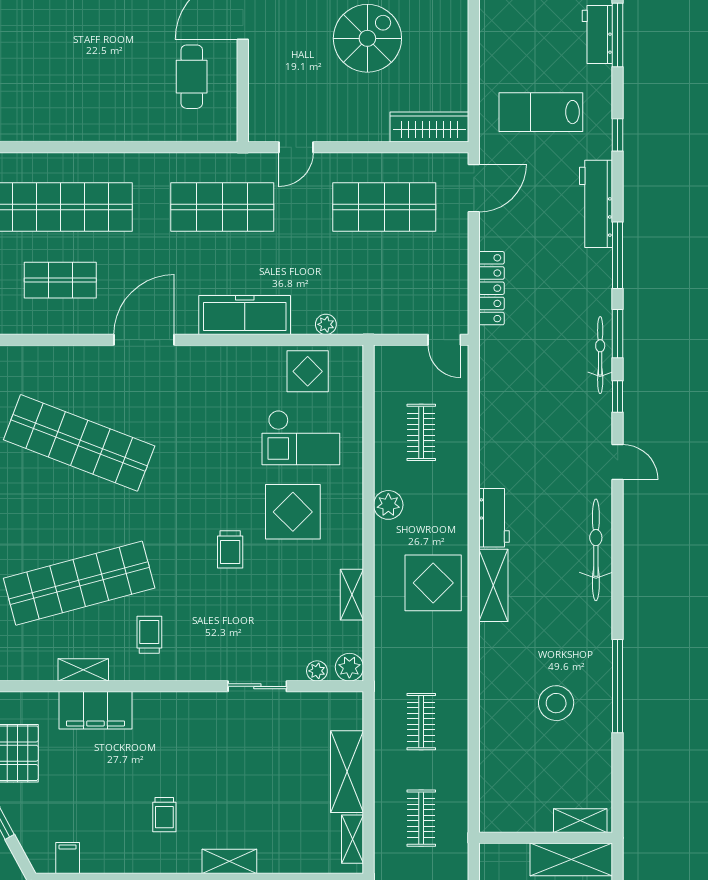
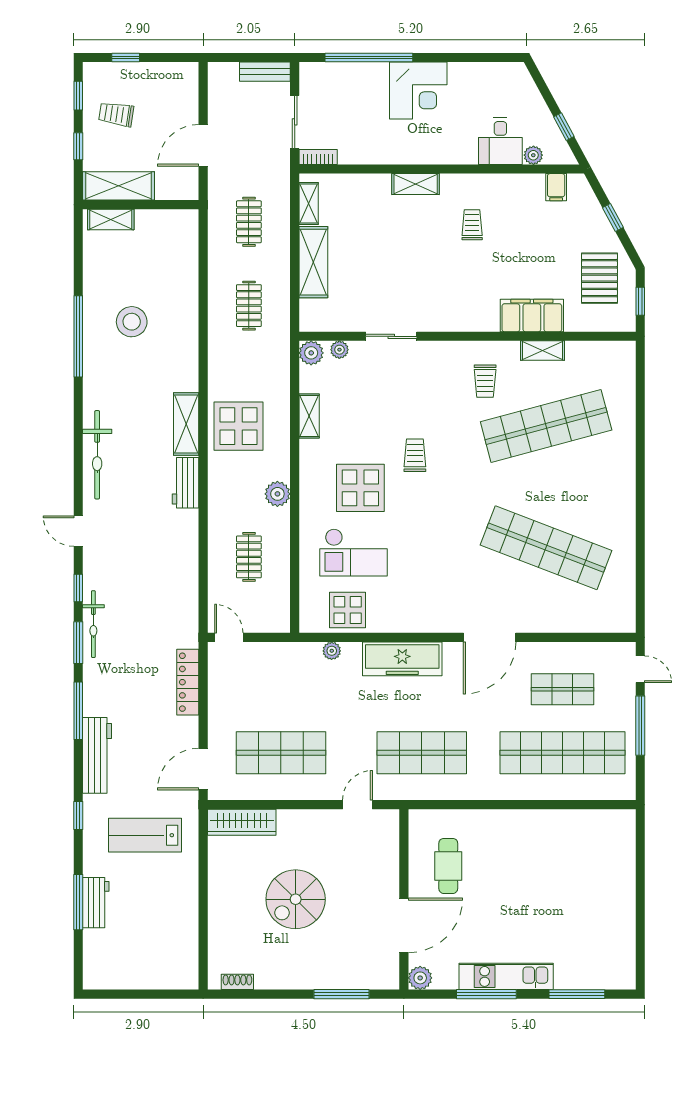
lab bench: (541, 112) -> (145, 835), turned 180
checkout: (301, 438) -> (353, 552), turned 180

